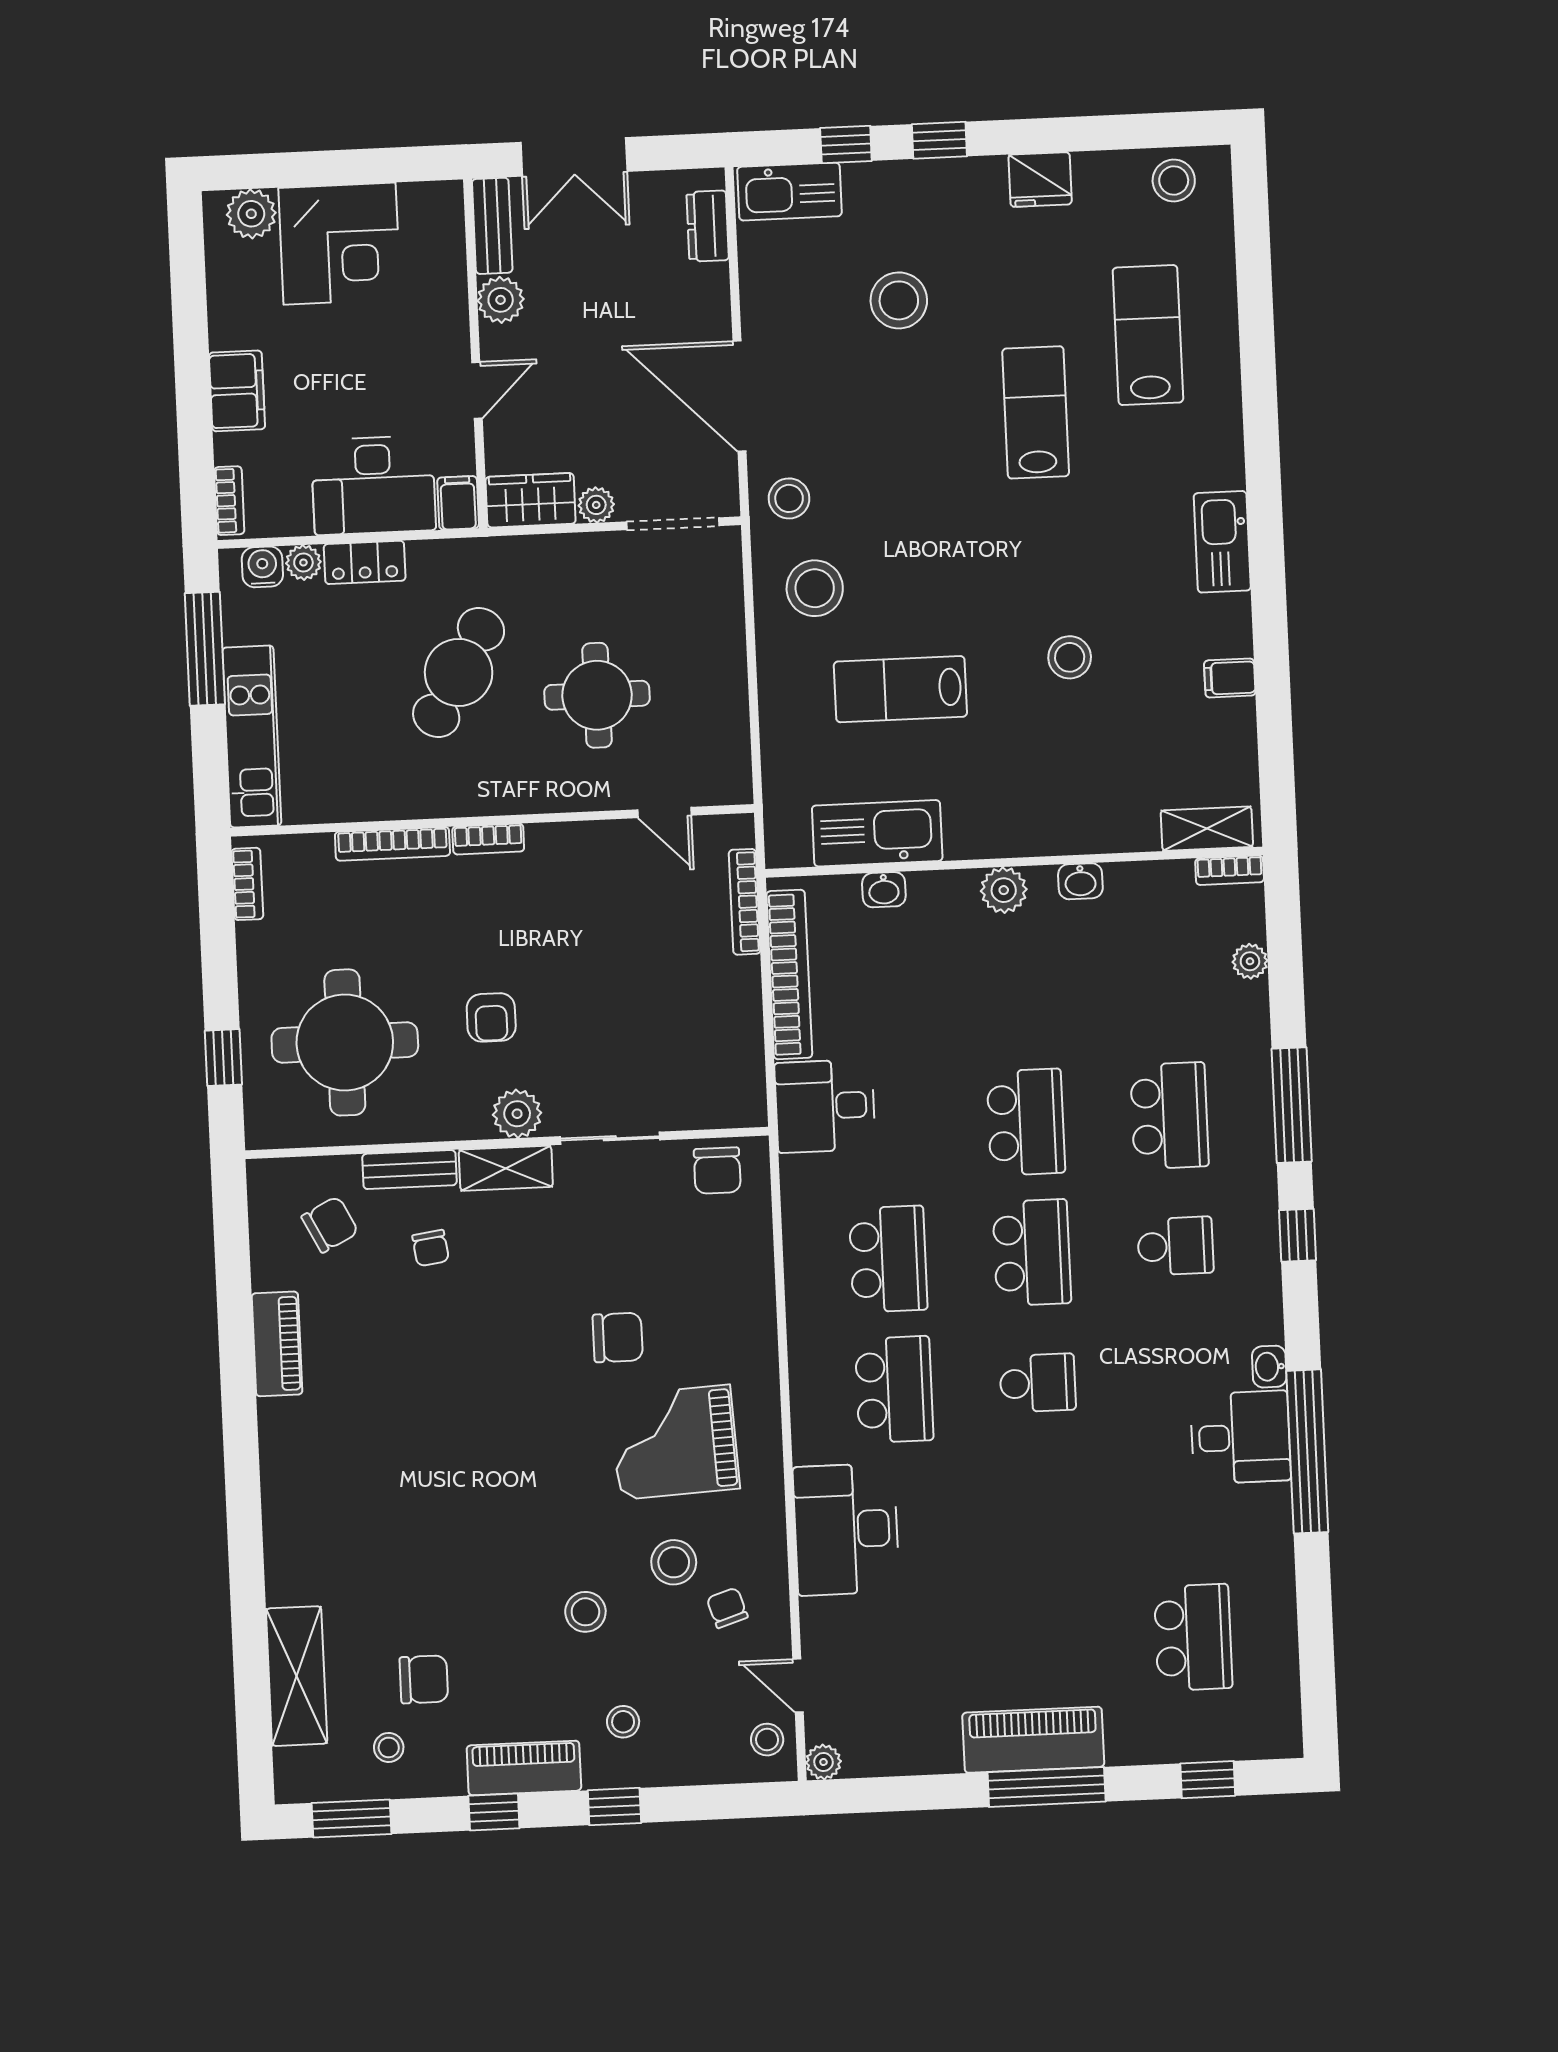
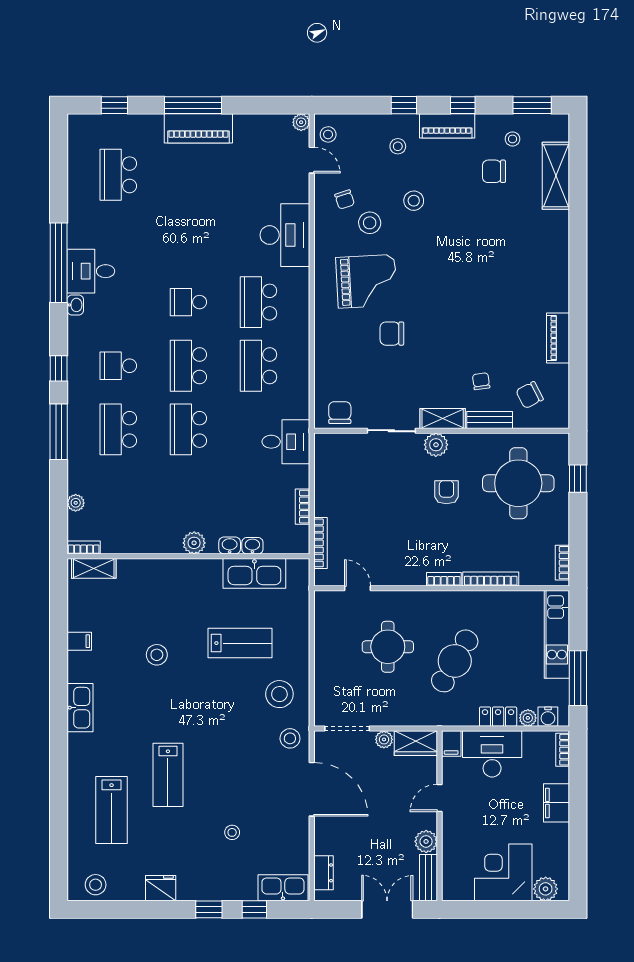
stool: (899, 300) -> (232, 832), width x0.53, depth x0.53
washbasin: (1080, 881) -> (230, 546), moved
bookcase: (789, 974) -> (303, 507), width x0.43, depth x0.76

